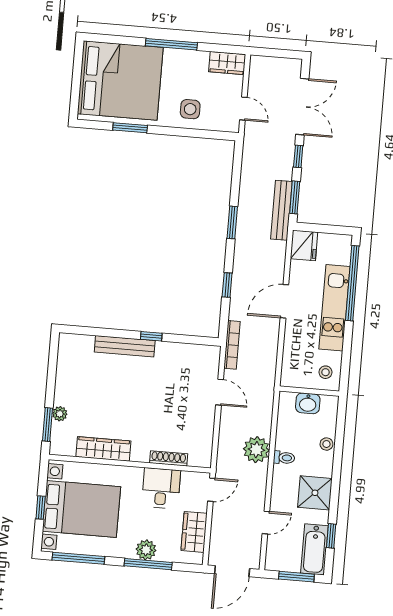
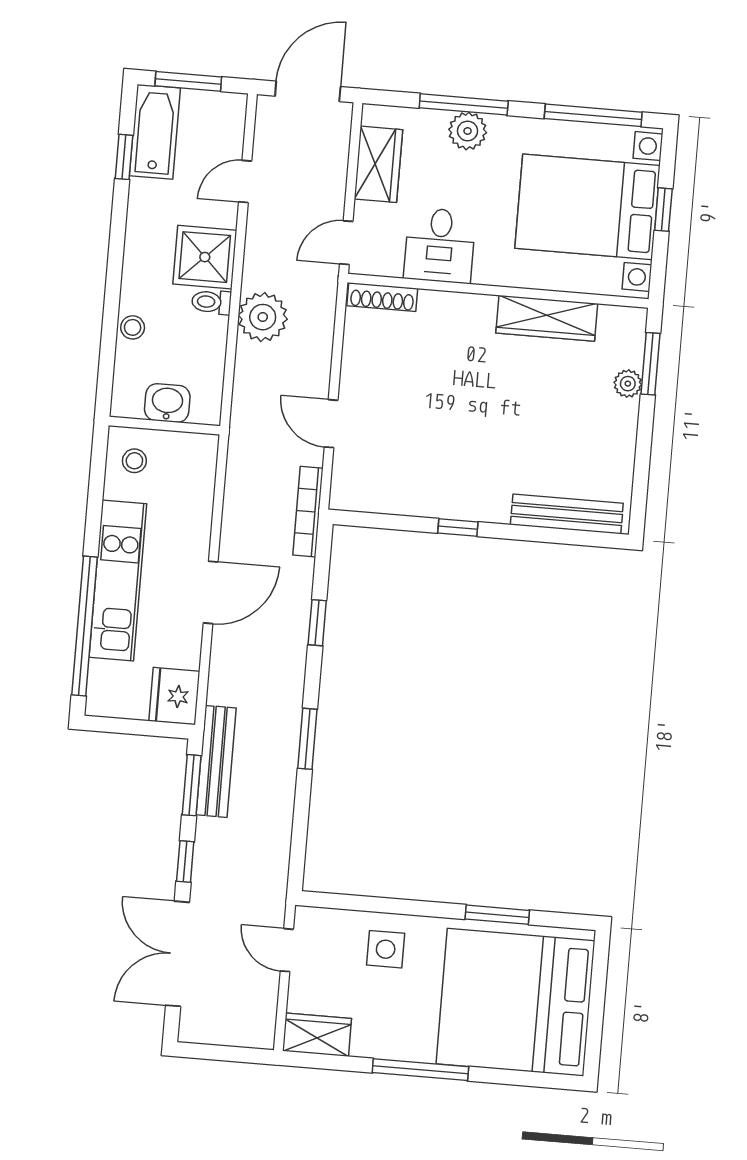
bench: (125, 346) -> (567, 514), moved
shoe rack: (169, 458) -> (382, 297), moved
shower: (315, 493) -> (205, 257), moved

